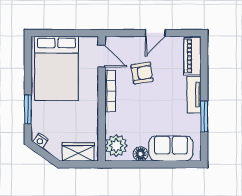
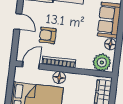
armchair: (142, 73) -> (48, 35), turned -81
floor lamp: (91, 94) -> (59, 77), added

